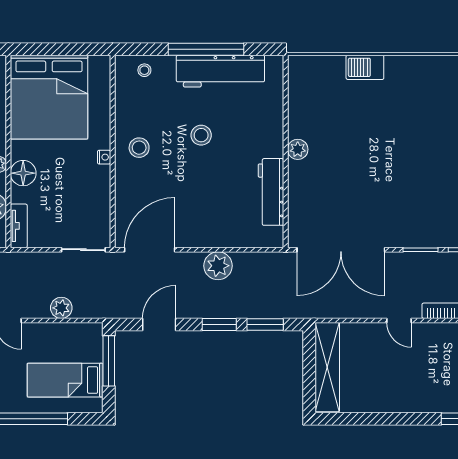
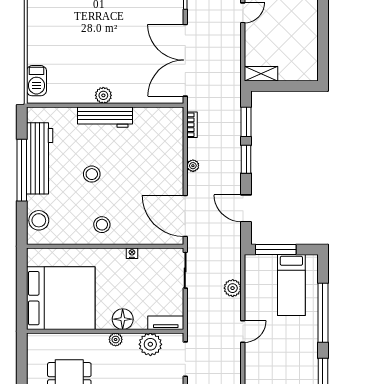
barbecue: (365, 67) -> (36, 81), moved
stool: (144, 70) -> (39, 220), width x1.89, depth x1.89
nightstand: (104, 157) -> (132, 253), moved
workbench: (271, 192) -> (105, 117), moved
double door: (341, 250) -> (185, 60), swing flipped
bookcase: (262, 258) -> (192, 125), added
plant: (218, 266) -> (193, 166), width x0.53, depth x0.53
shelving: (327, 367) -> (261, 74), width x0.45, depth x0.75

